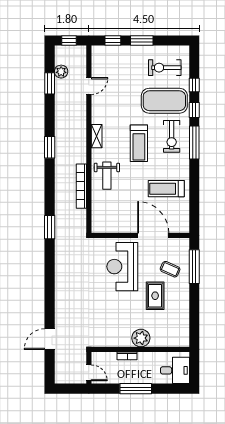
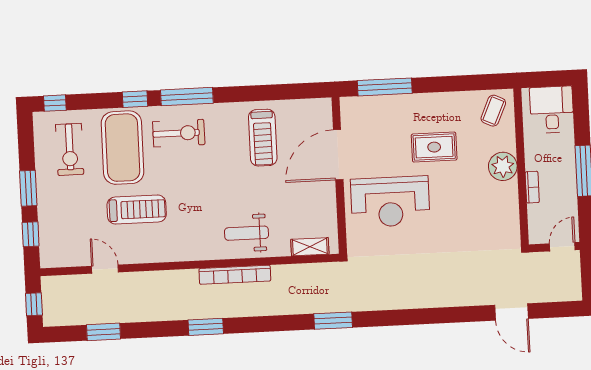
plant: (61, 72) -> (84, 314), removed
window: (194, 85) -> (55, 103), moved
shelving: (97, 136) -> (310, 247), moved
treadmill: (139, 143) -> (137, 210), moved
weight bench: (107, 176) -> (246, 233), turned 180
bookcase: (81, 186) -> (235, 275), moved
coffee table: (170, 269) -> (493, 111), moved

